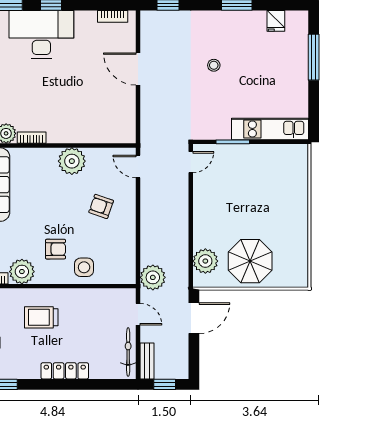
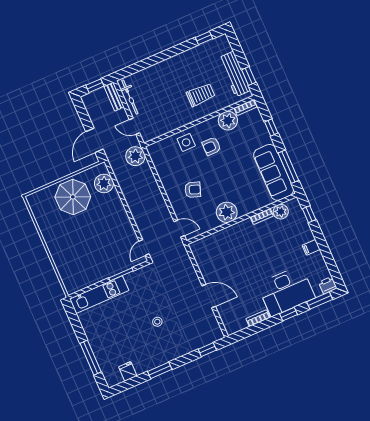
bookcase: (113, 16) -> (258, 318), moved
locker: (65, 371) -> (168, 65), removed

